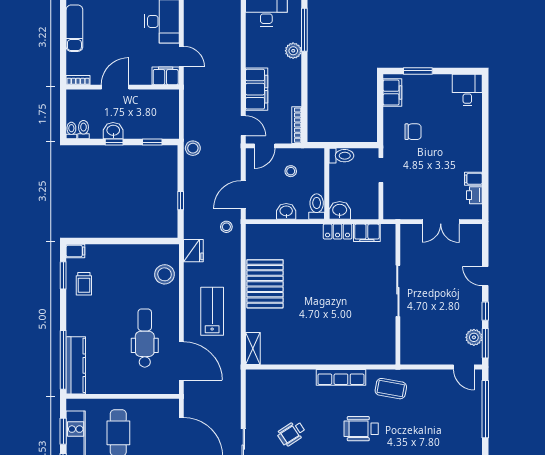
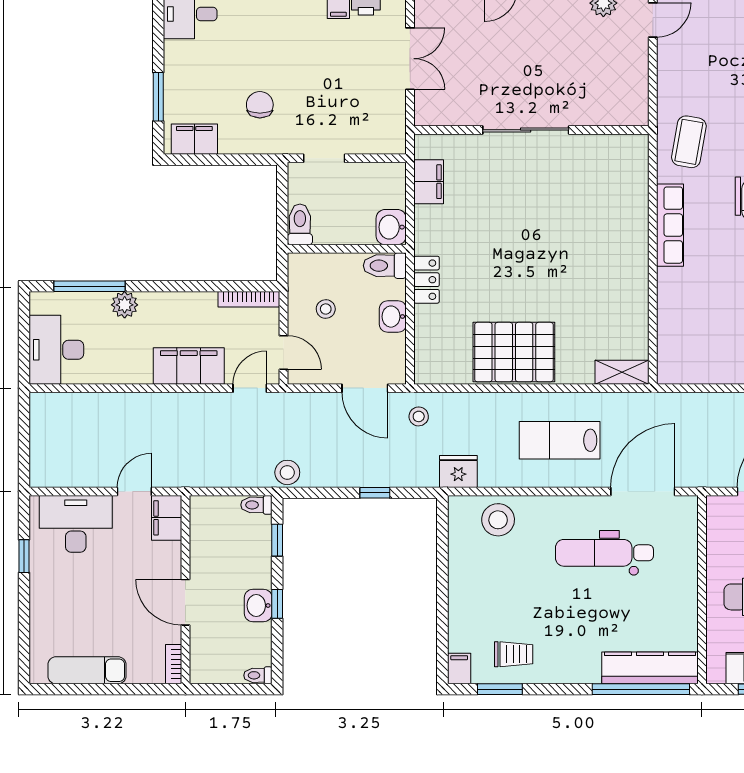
toilet: (83, 130) -> (256, 505), moved
locker: (338, 232) -> (427, 280), moved

